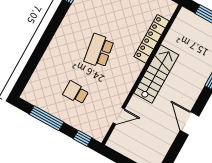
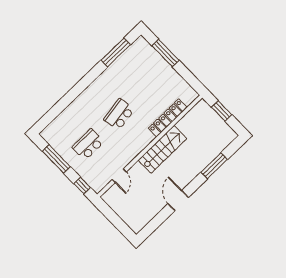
school desk: (76, 93) -> (88, 144), width x1.85
door: (119, 116) -> (119, 176), hinge flipped

